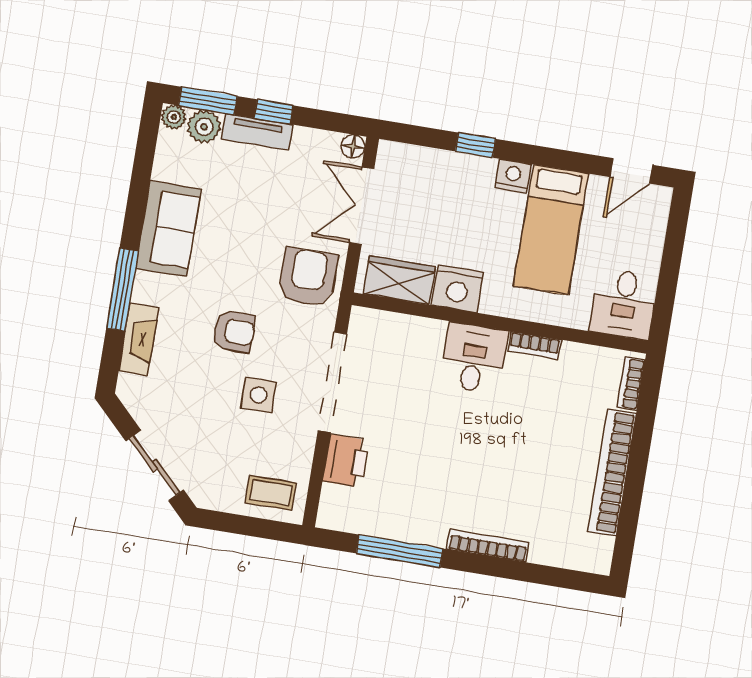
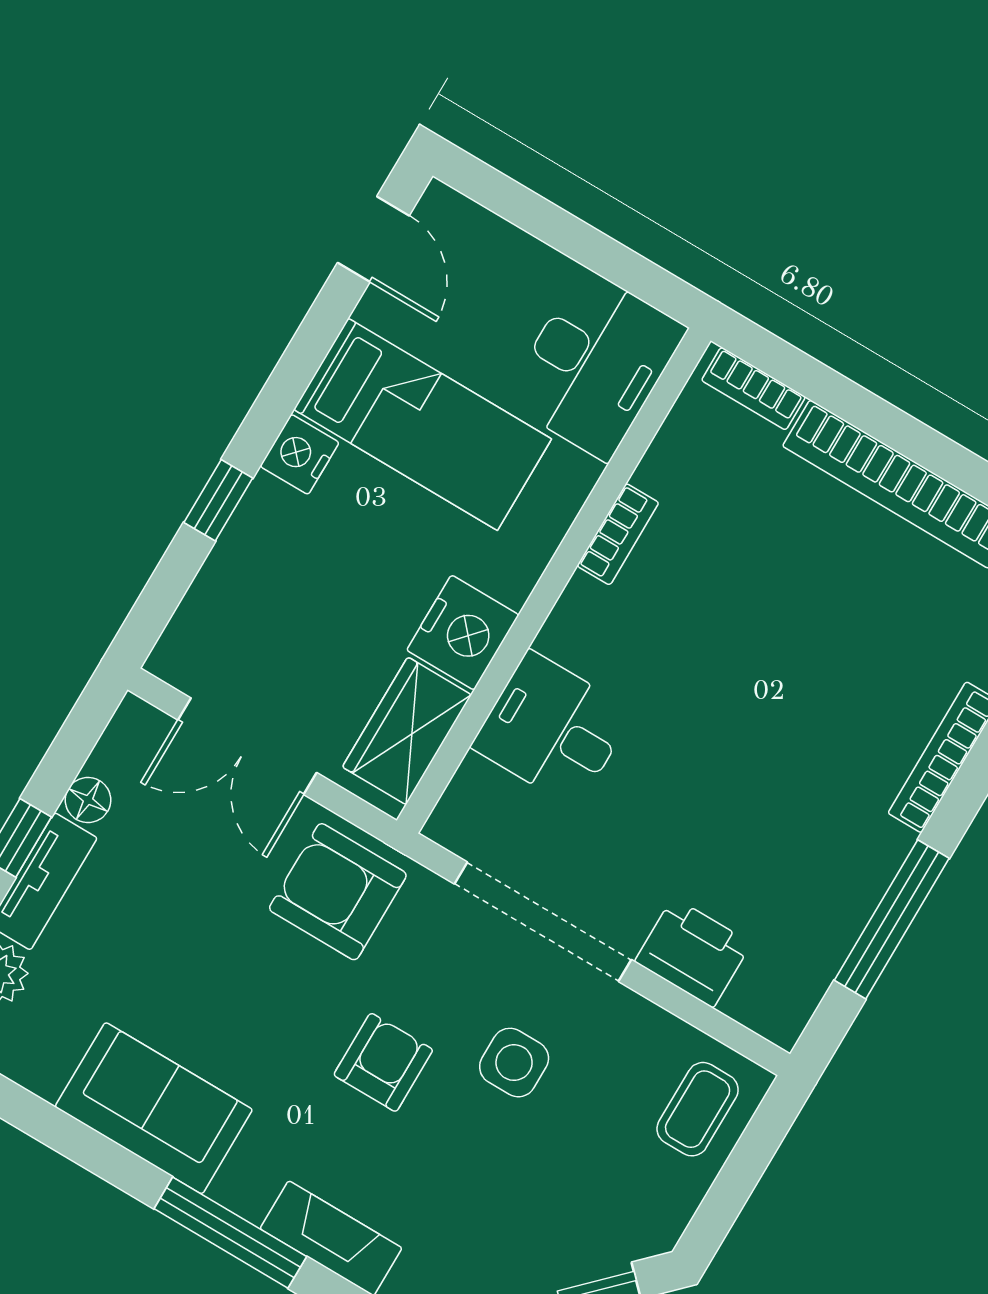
floor lamp: (353, 146) -> (88, 800), moved
desk: (624, 304) -> (595, 364), width x1.37
desk: (474, 358) -> (552, 729), moved

